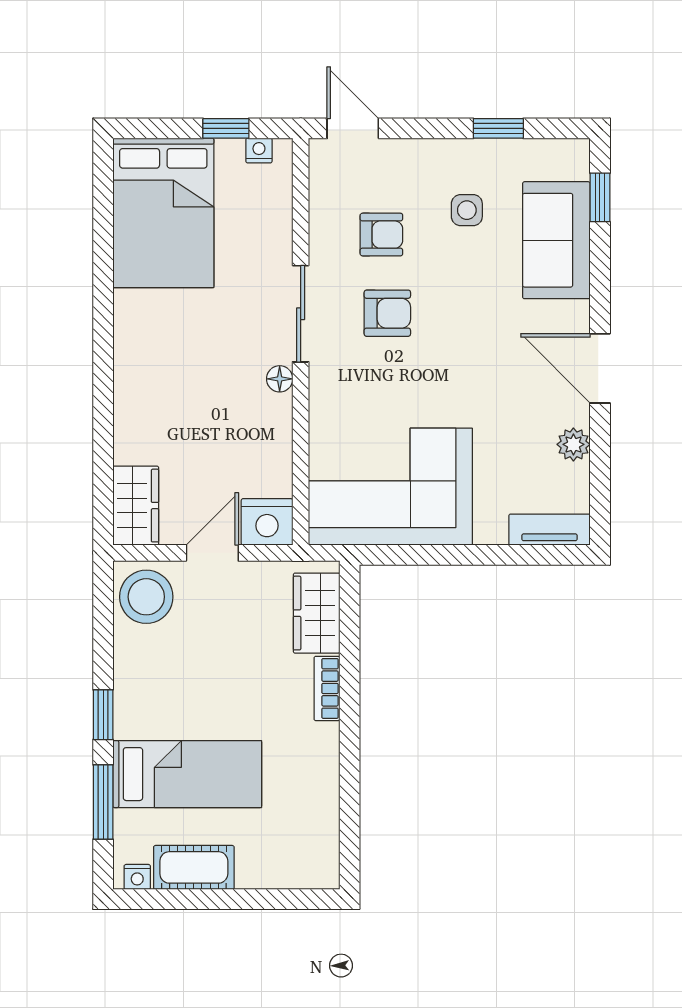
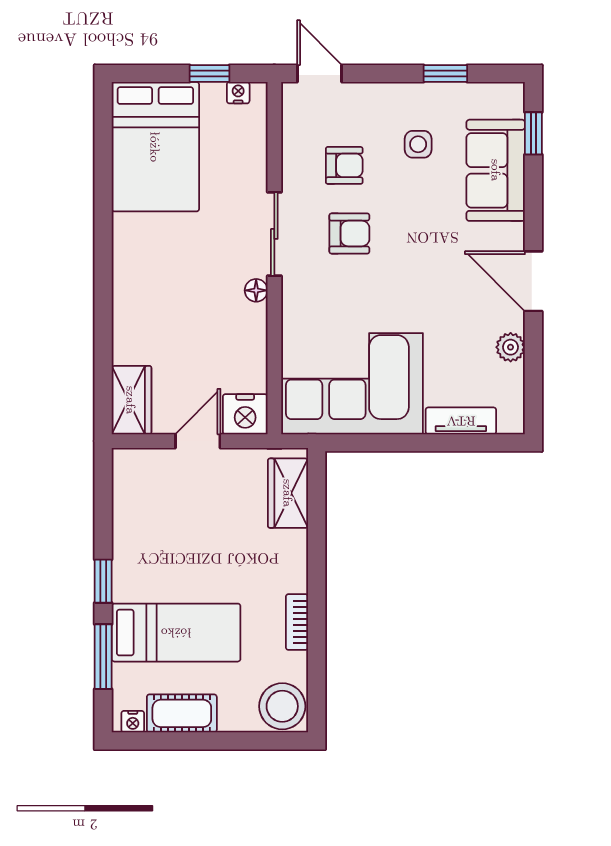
tv unit: (550, 530) -> (461, 421), moved
stool: (146, 597) -> (282, 706), moved
bookcase: (327, 688) -> (297, 622), moved

